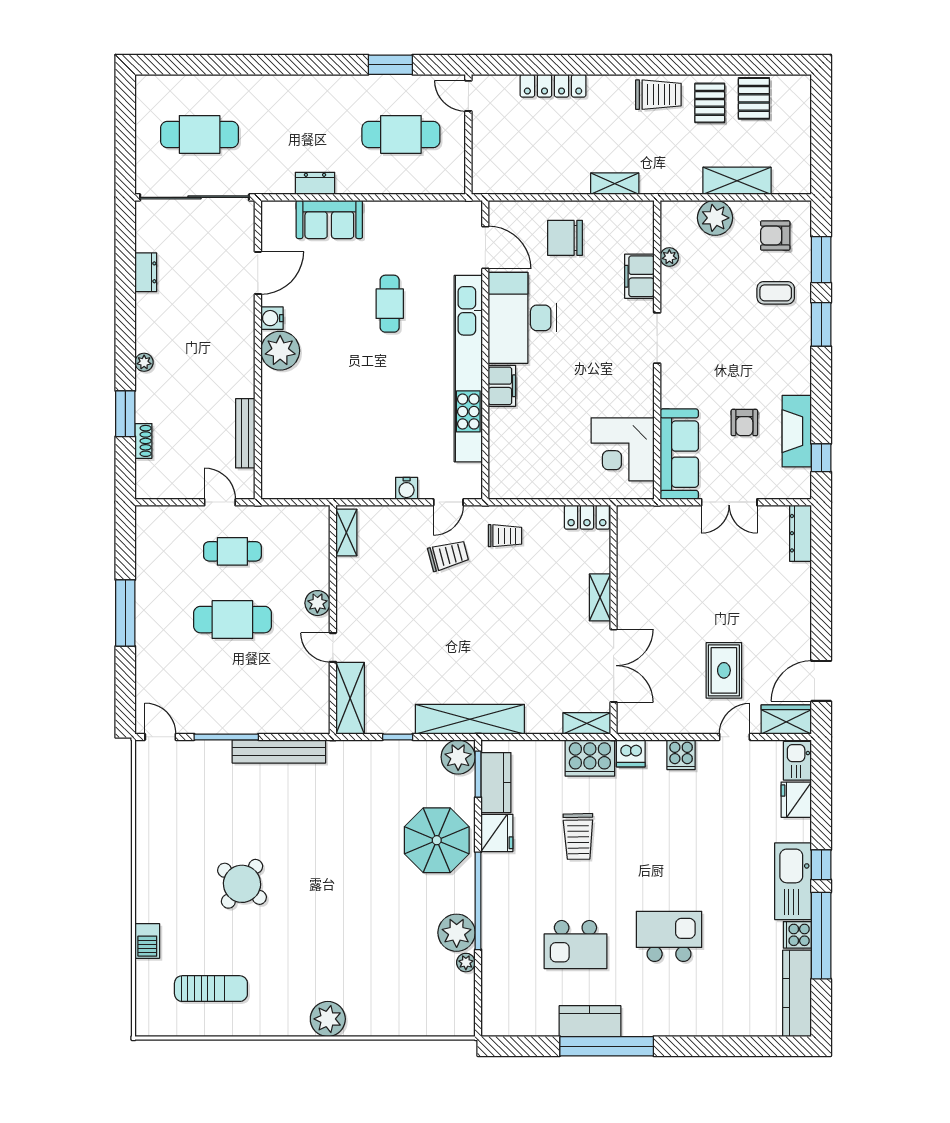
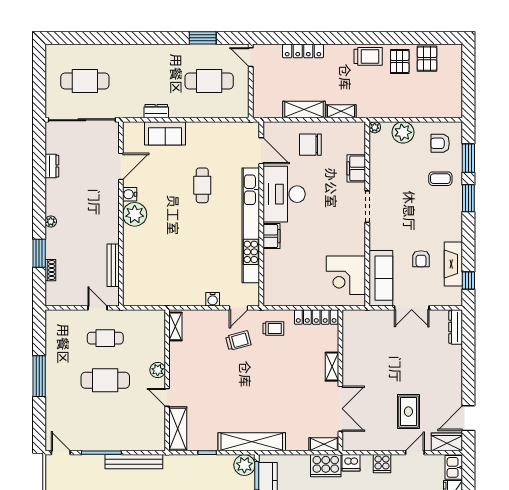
shelving: (737, 181) -> (304, 110), moved
plant: (669, 257) -> (375, 127), moved
locker: (587, 517) -> (316, 317), width x1.53

